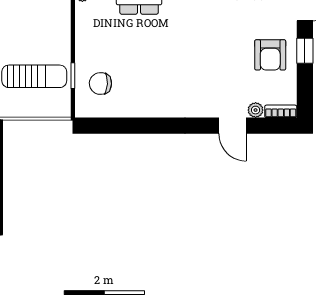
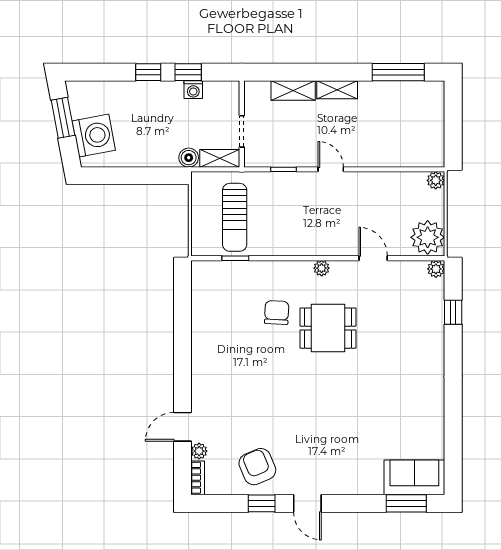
armchair: (270, 55) -> (257, 467), turned 67
chair: (100, 84) -> (277, 313), moved

